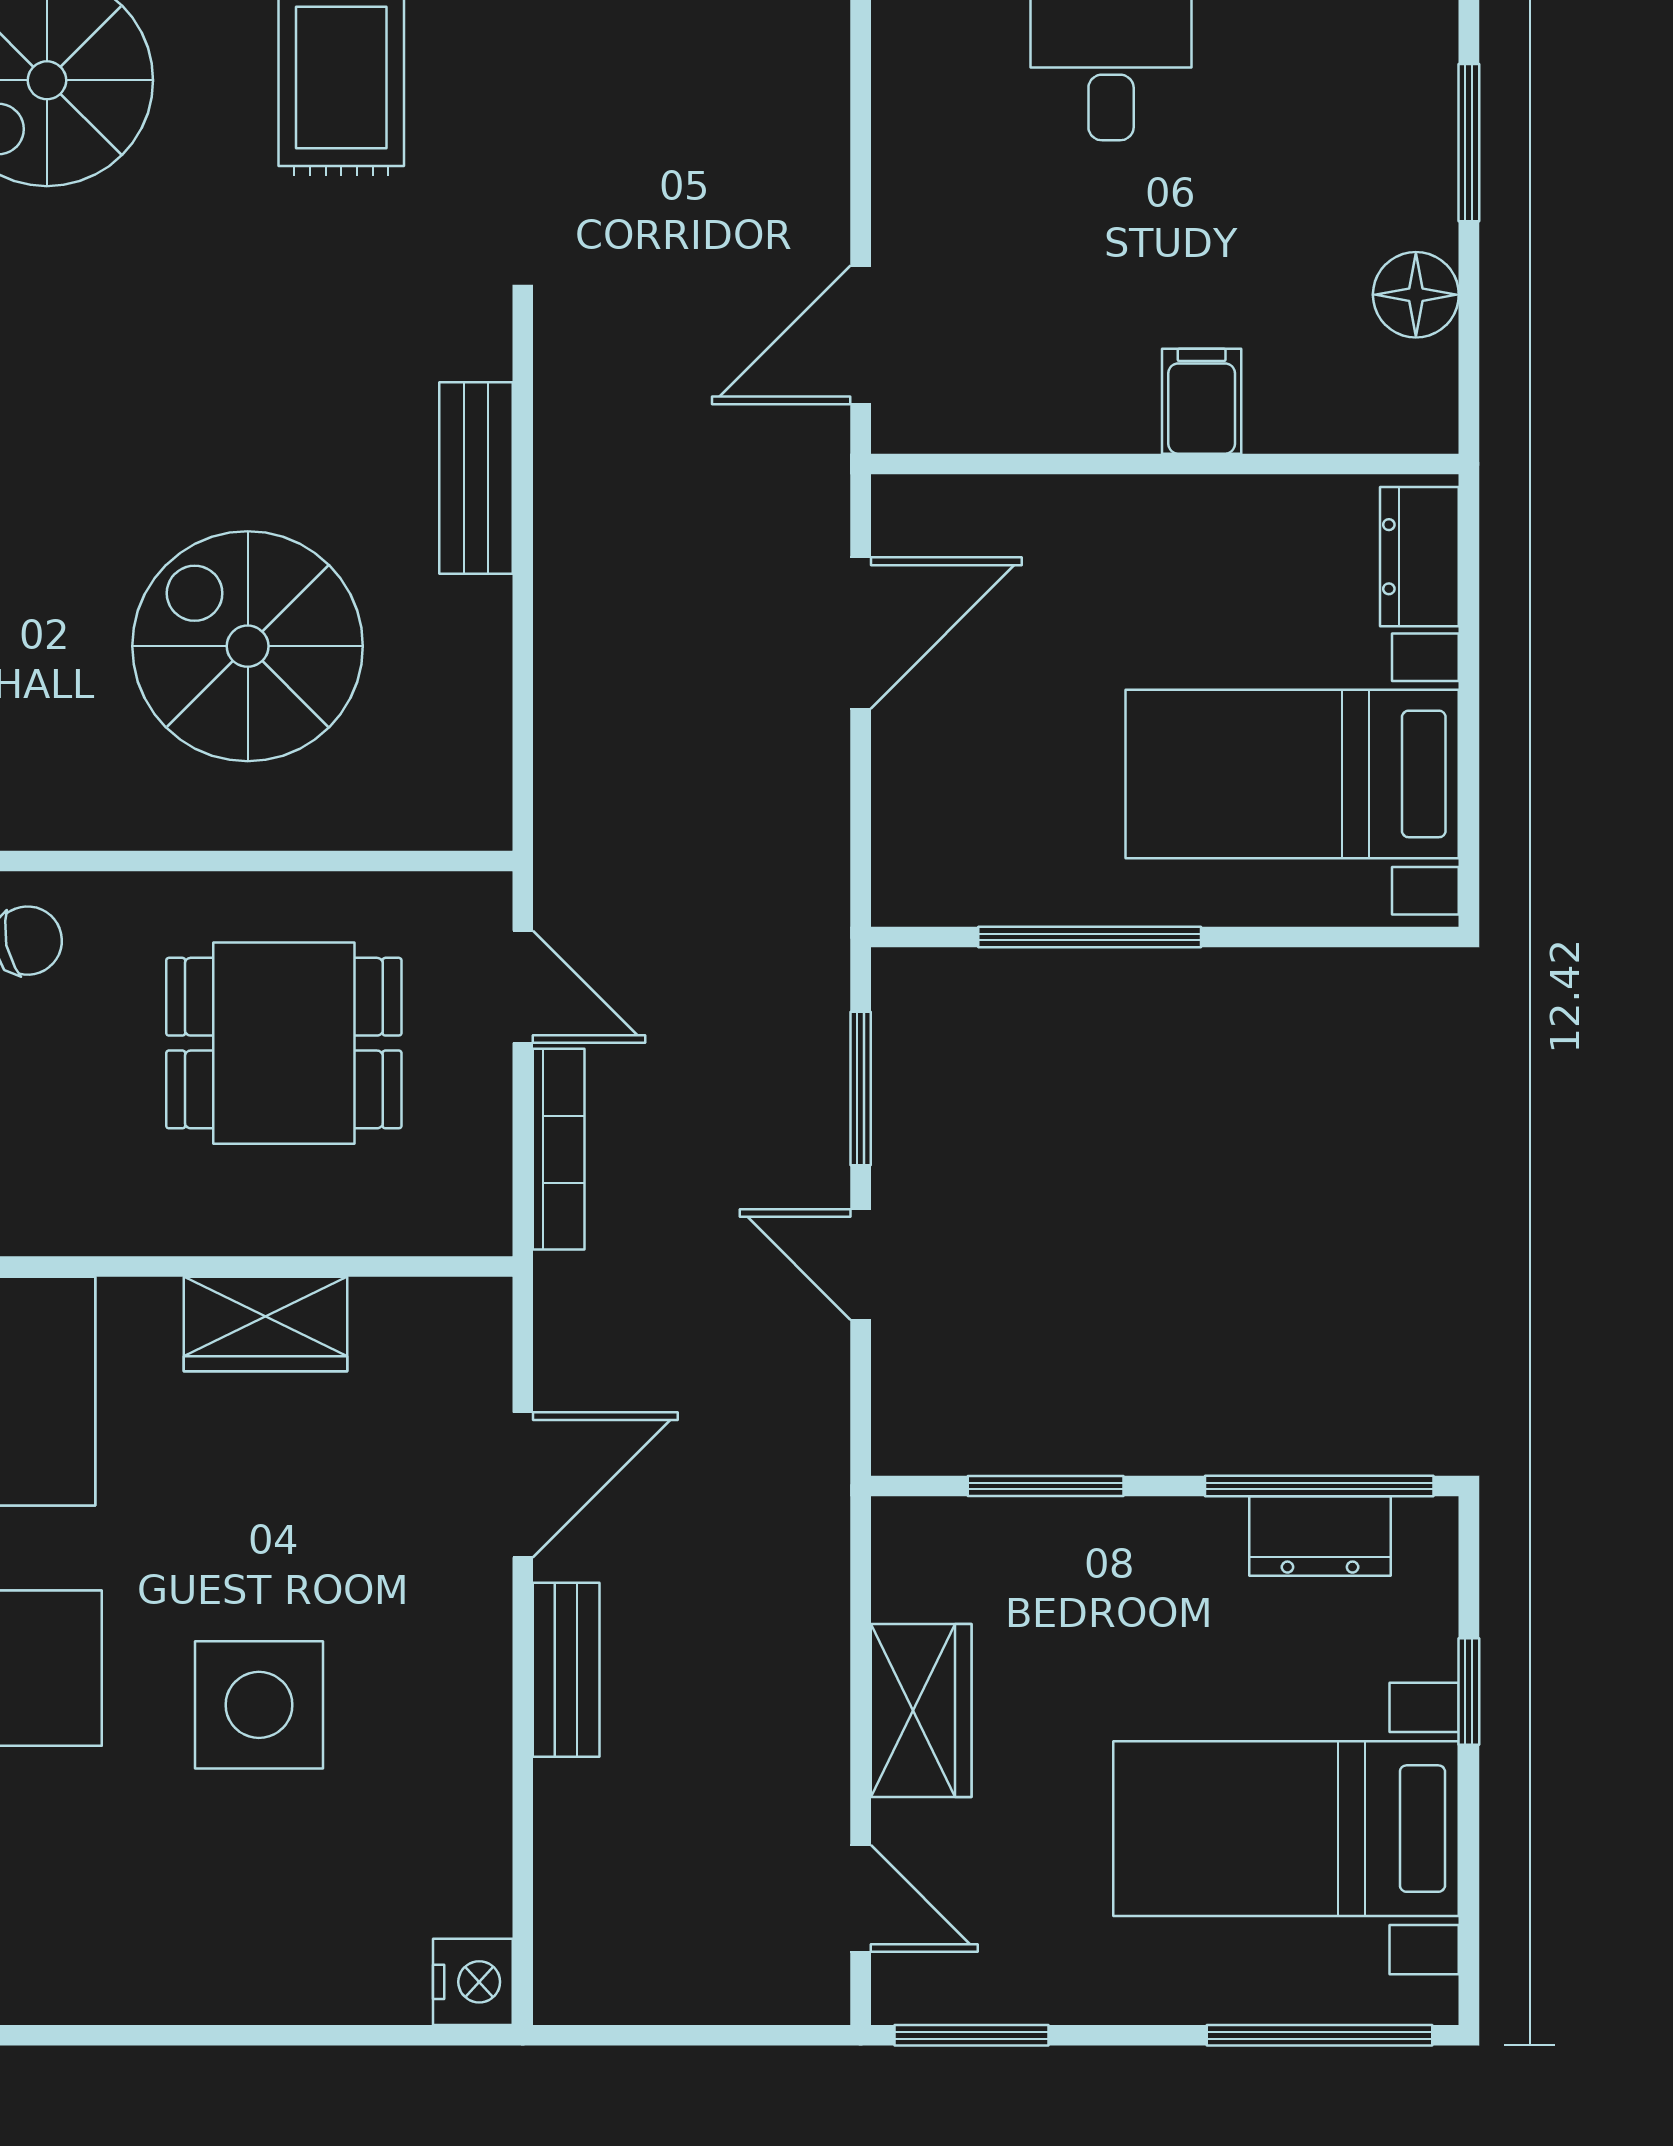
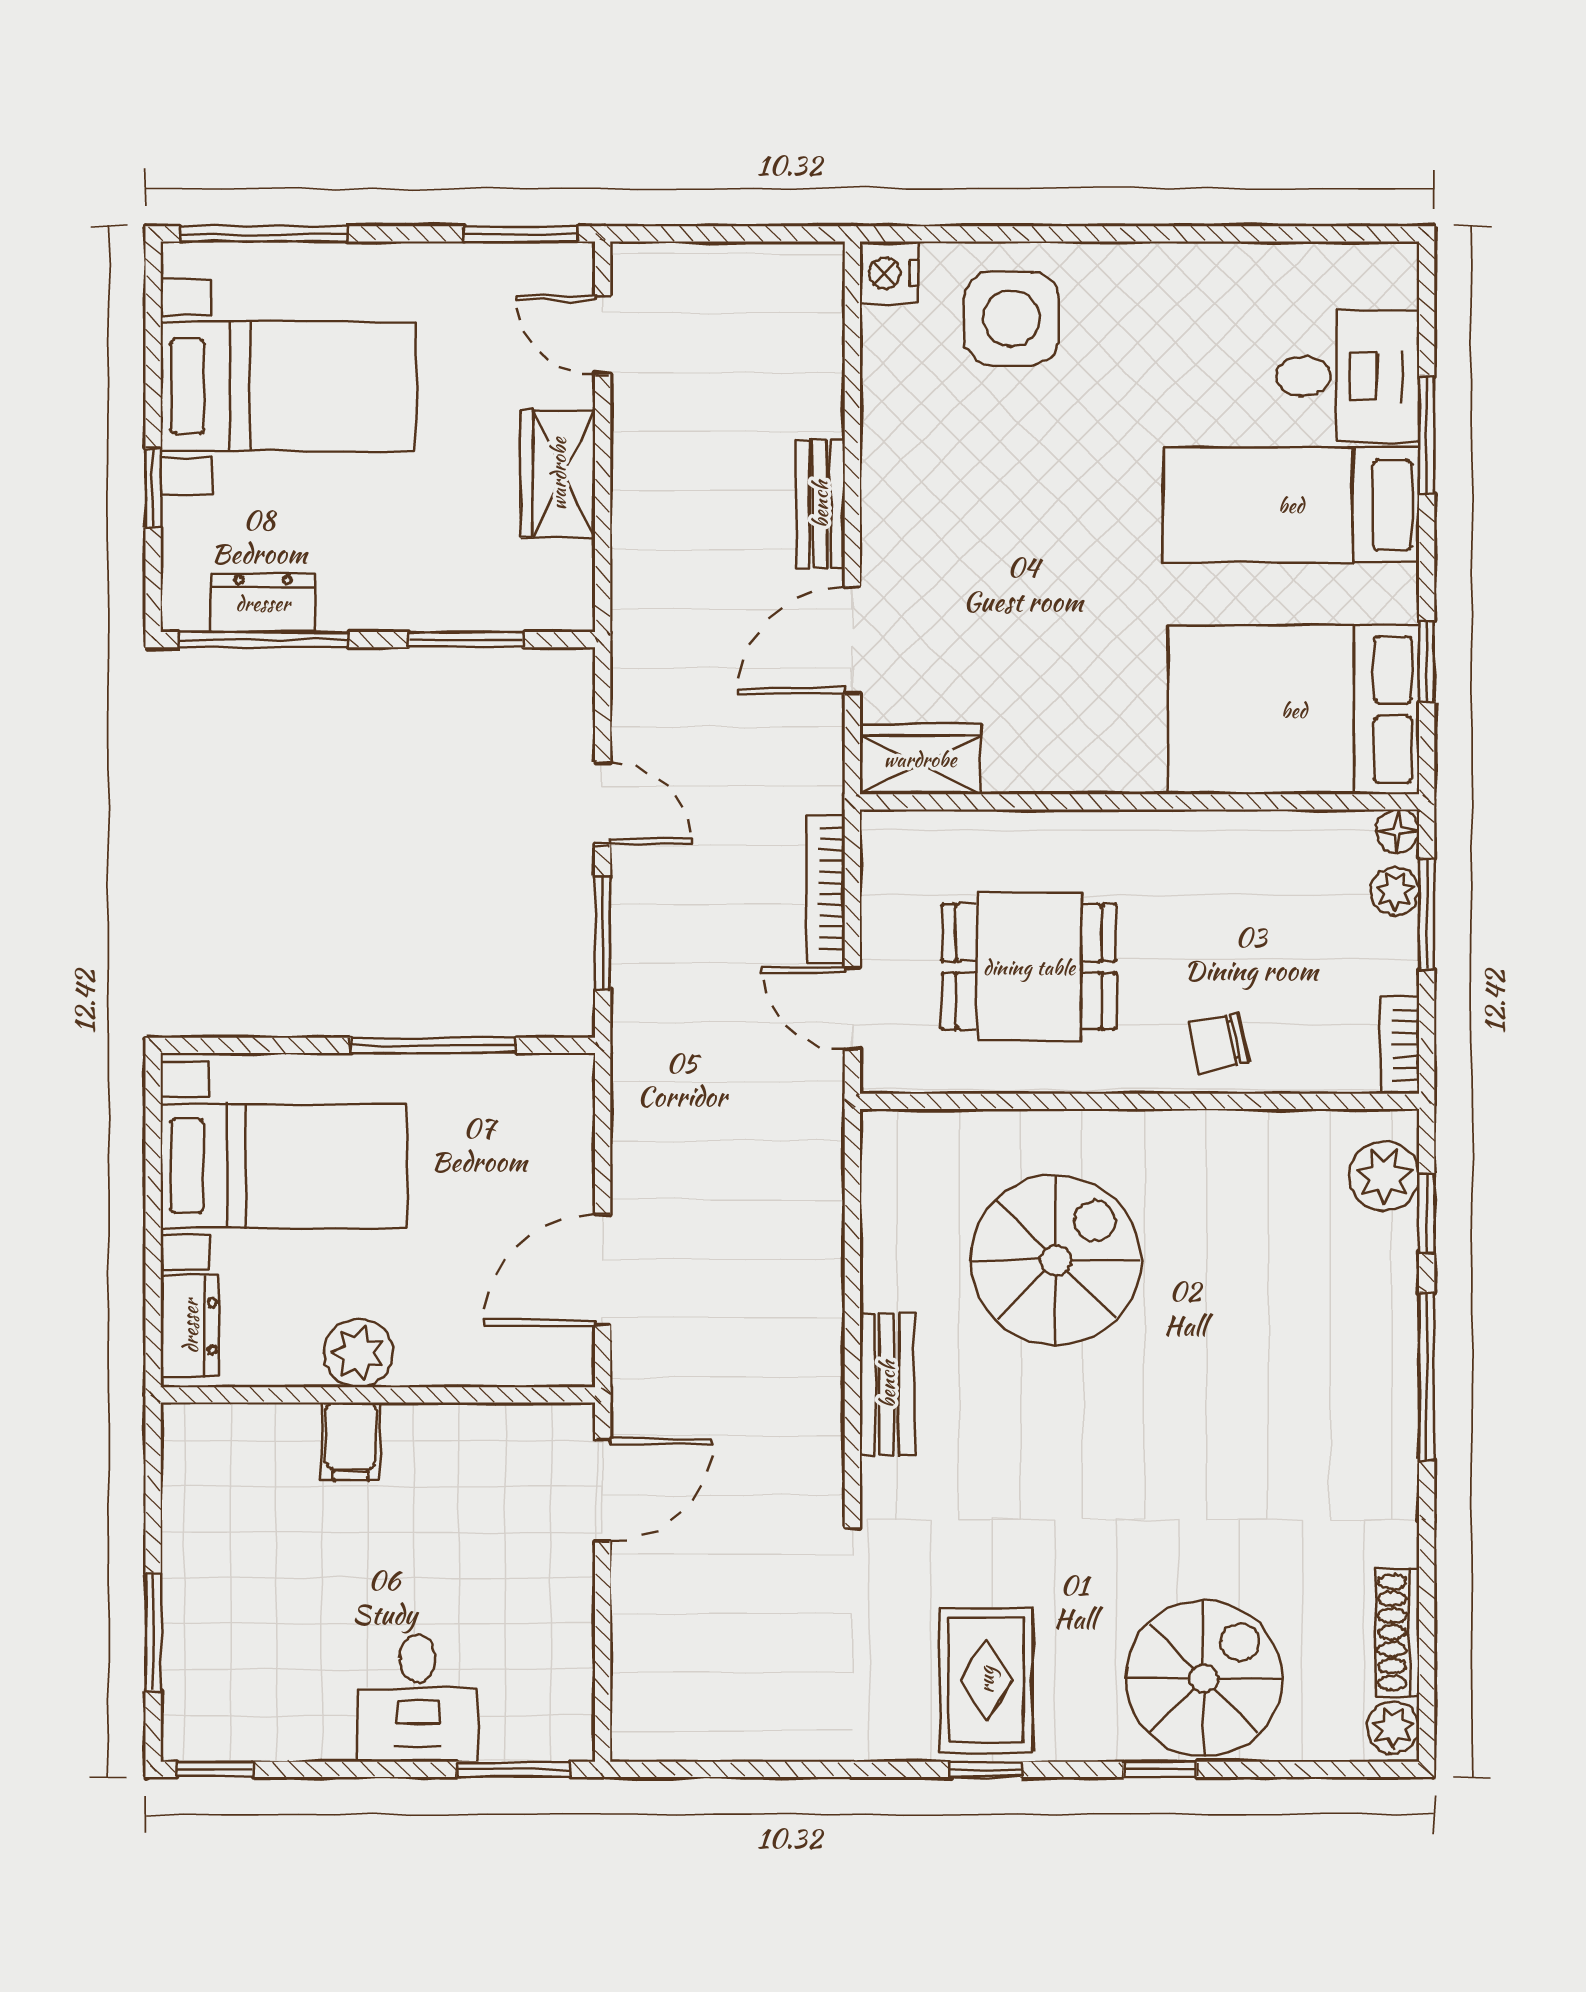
floor lamp: (1416, 295) -> (192, 1520), removed
plant: (1191, 521) -> (359, 1353), added
spiral stairs: (248, 646) -> (1056, 1260), turned -90
wardrobe: (266, 1324) -> (920, 759), moved
side table: (259, 1705) -> (1011, 318), moved

